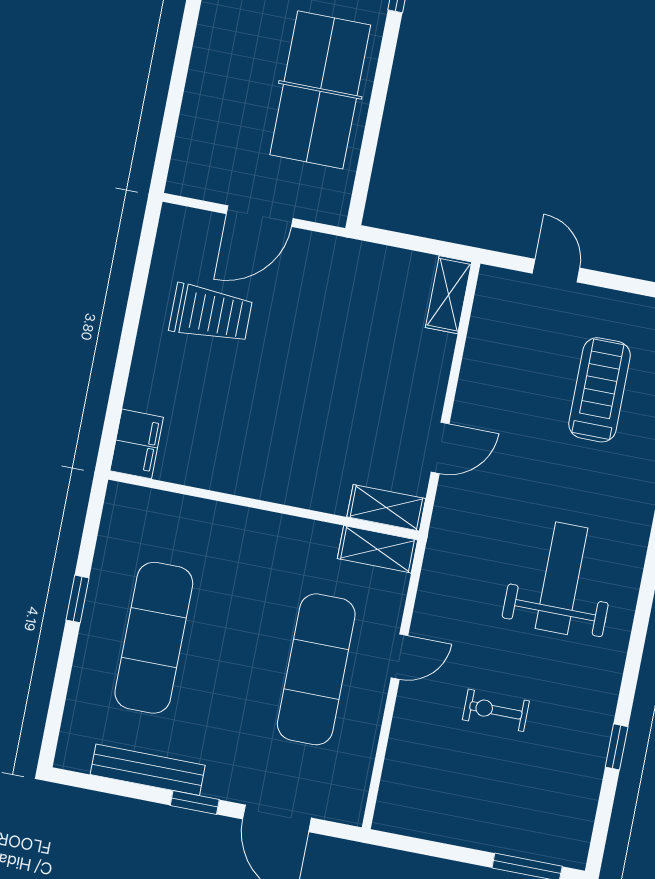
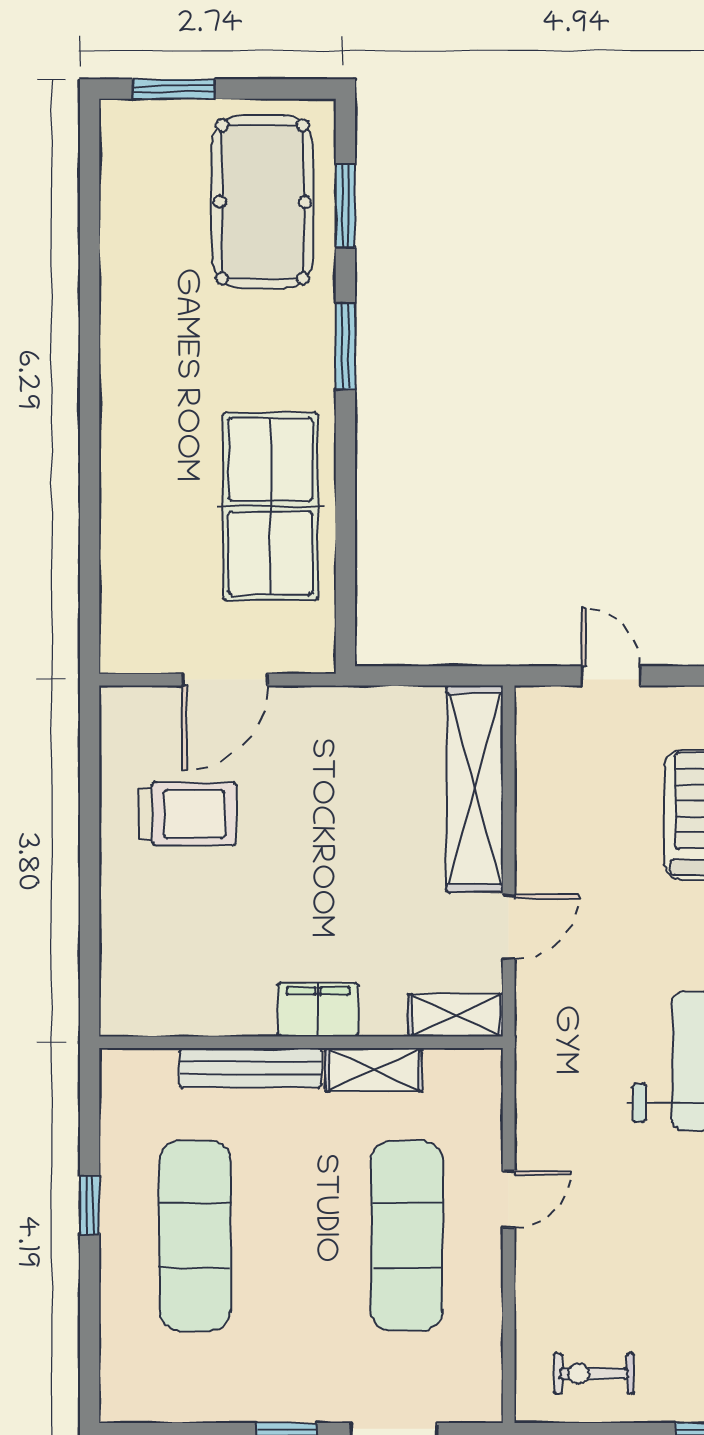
shelving: (449, 295) -> (475, 789), width x2.20, depth x1.33
filing cabinet: (137, 444) -> (318, 1010), moved, turned -90
shelving: (377, 549) -> (374, 1070), moved
exercise bike: (496, 710) -> (594, 1374), moved
bench: (148, 770) -> (250, 1068), moved

